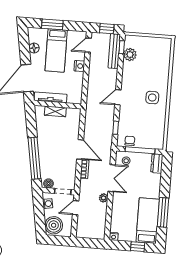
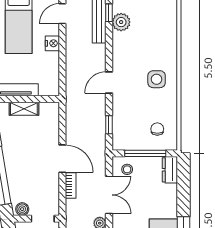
chair: (130, 141) -> (157, 129), moved

